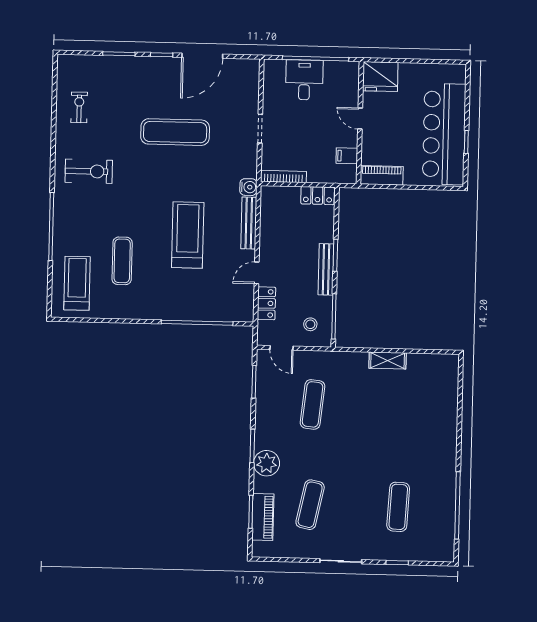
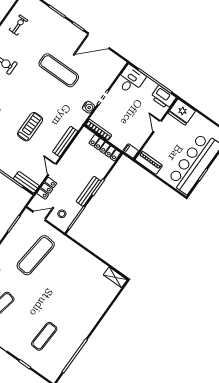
printer: (342, 74) -> (163, 97), added
desk: (304, 80) -> (131, 80), moved
filing cabinet: (347, 156) -> (131, 151), moved
water cooler: (248, 187) -> (89, 107), moved
locker: (318, 196) -> (105, 148), width x1.53
treadmill: (188, 235) -> (30, 127), width x0.73, depth x0.73
door: (257, 273) -> (52, 169), hinge flipped
bench: (233, 314) -> (26, 182), added
door: (281, 348) -> (39, 216), swing flipped
shelving: (388, 361) -> (115, 277), moved
exercise mat: (313, 404) -> (36, 255), width x1.36, depth x1.45

